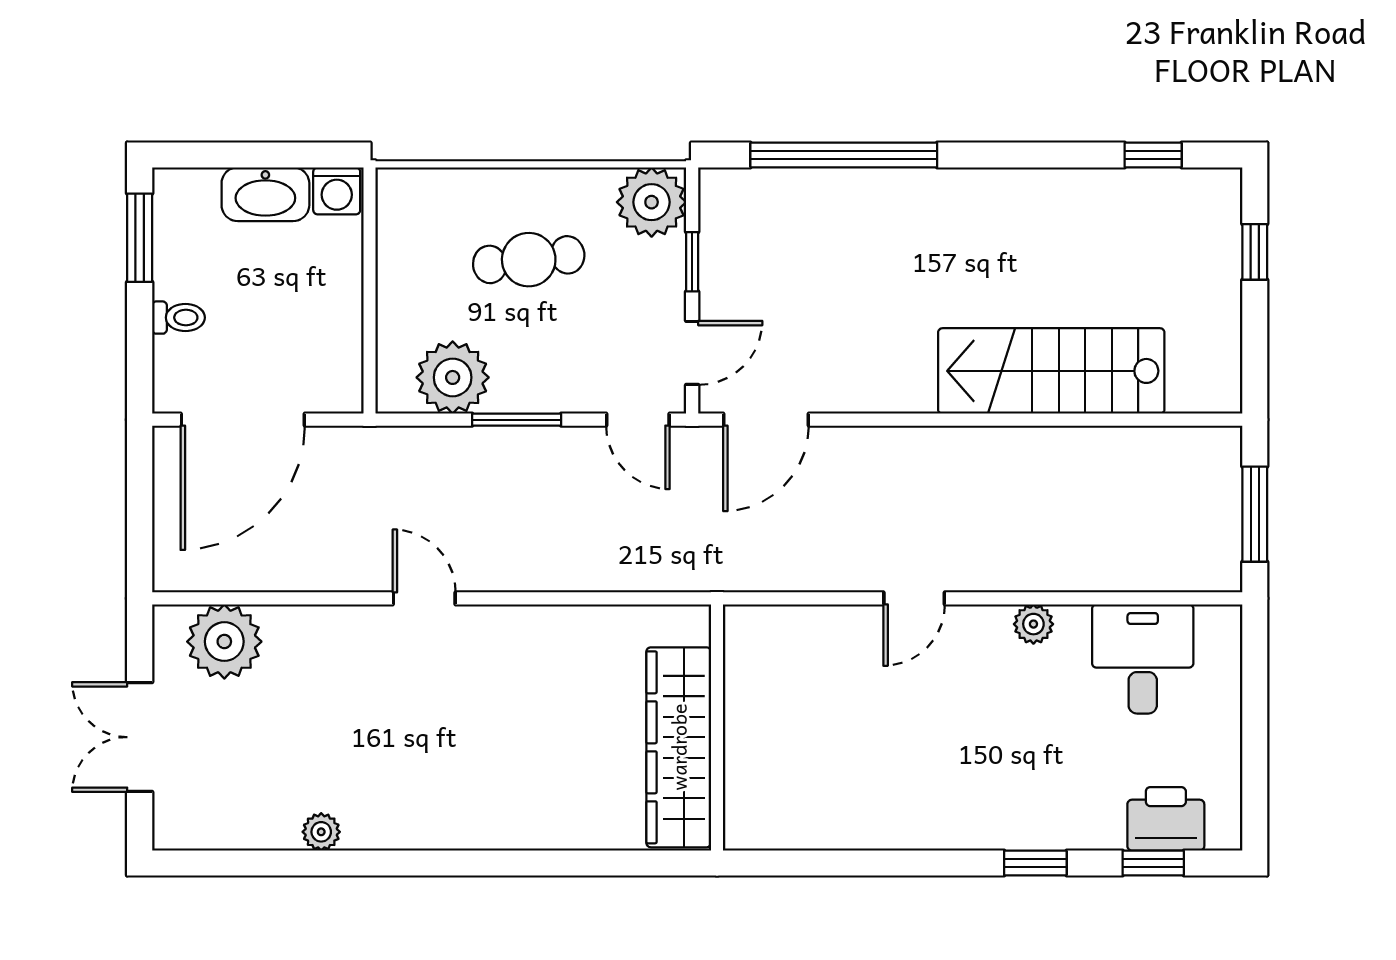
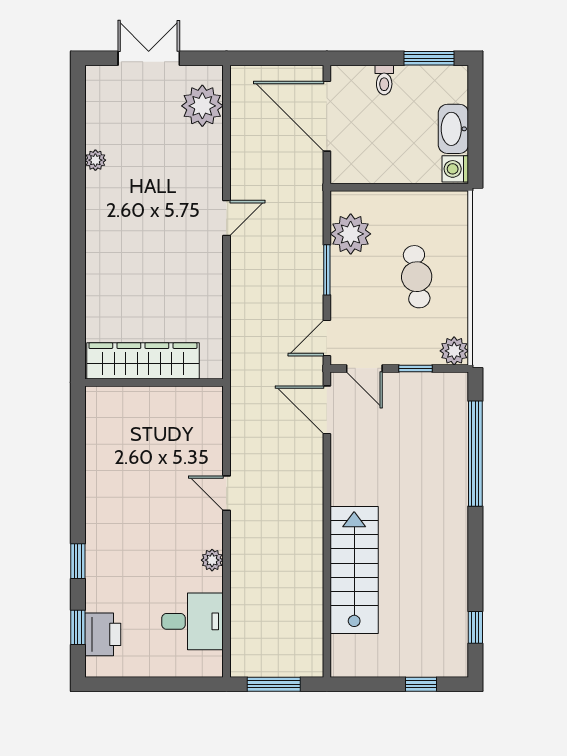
plant: (652, 202) -> (454, 351), width x0.73, depth x0.73

